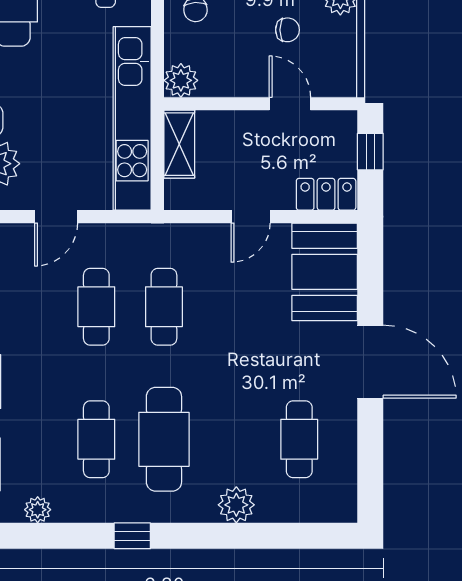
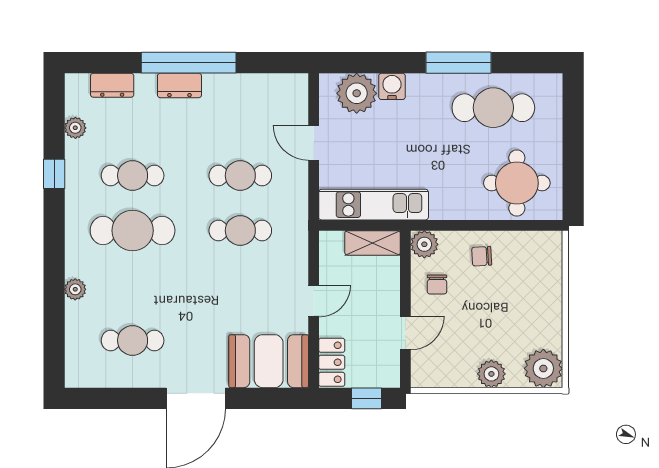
chair: (287, 30) -> (437, 284), moved
kitchen unit: (132, 118) -> (374, 205), width x0.73
door: (251, 217) -> (314, 301), swing flipped
plant: (236, 505) -> (75, 289), width x0.73, depth x0.73
window: (132, 536) -> (54, 174), moved

